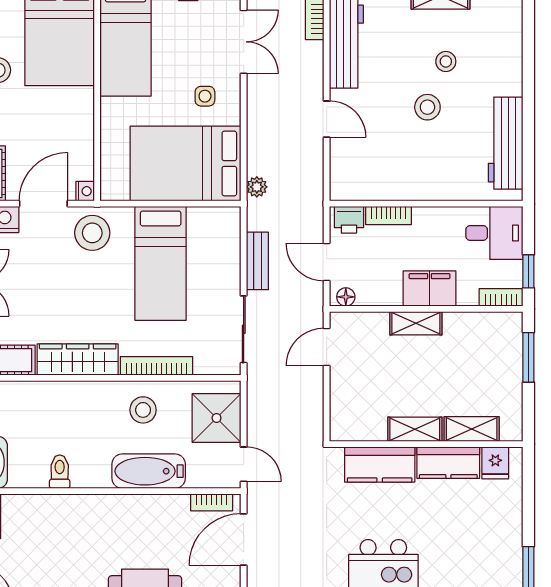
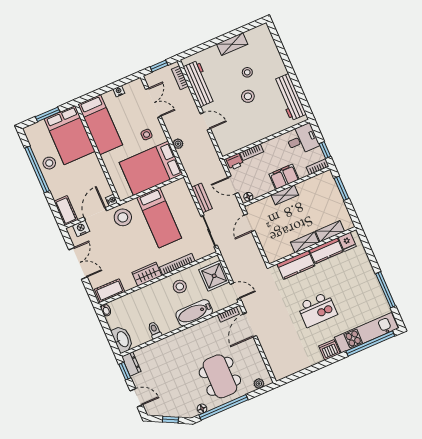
plant: (257, 187) -> (178, 144), moved
wardrobe: (78, 359) -> (147, 274), width x0.67

